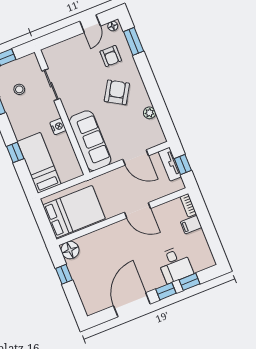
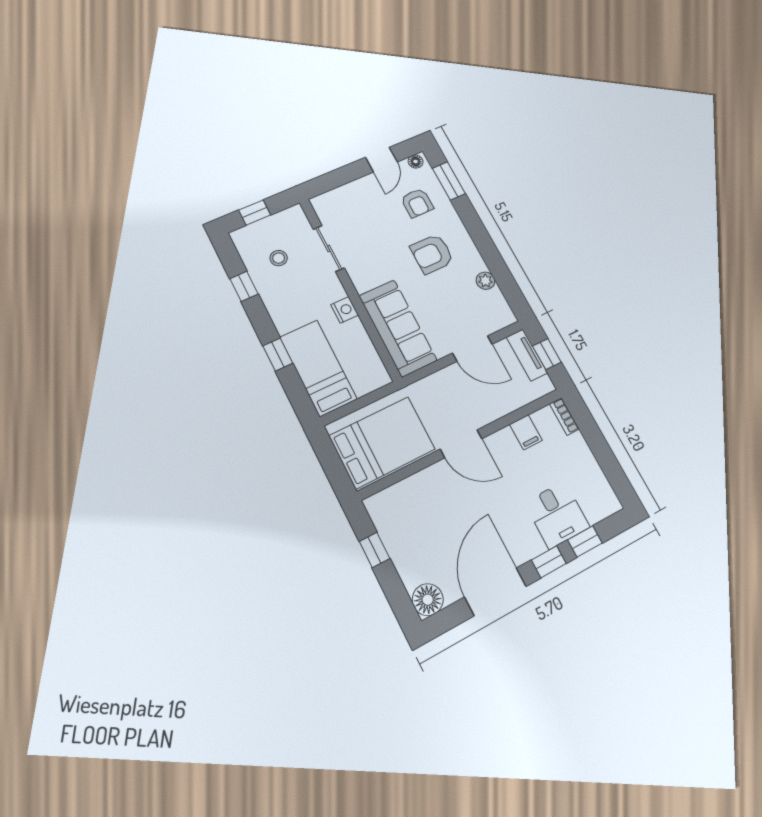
armchair: (117, 92) -> (432, 254), turned -121
door: (138, 210) -> (461, 444), moved
filing cabinet: (191, 225) -> (526, 432), moved, turned -90
floor lamp: (70, 250) -> (428, 600), moved

